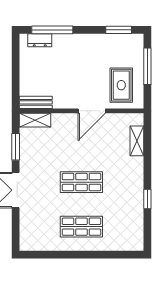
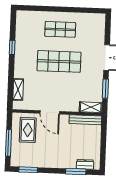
window: (52, 30) -> (76, 172), width x0.69
bench: (36, 102) -> (85, 120), width x1.36
door: (92, 111) -> (50, 112), swing flipped
shop shelf: (81, 182) -> (59, 61), width x1.43, depth x1.36

